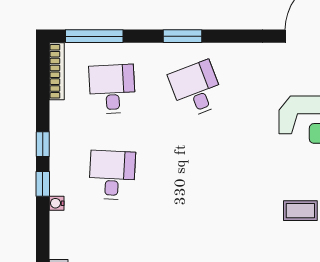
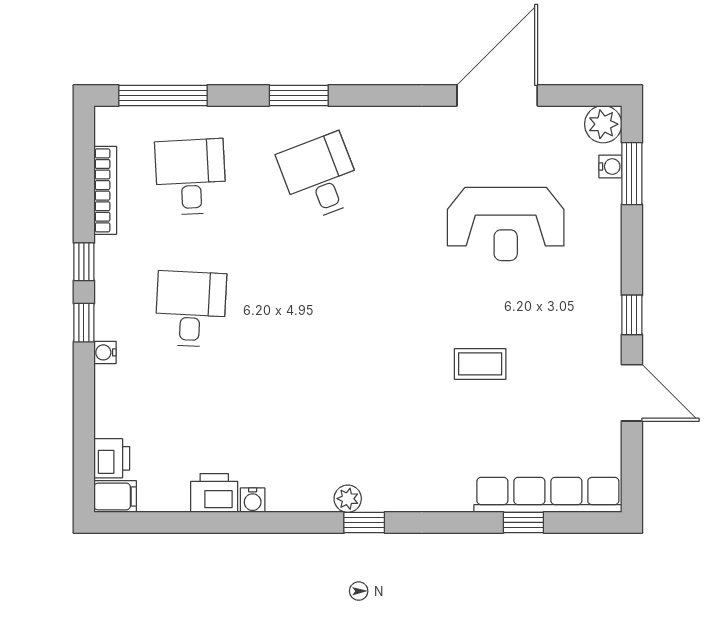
bookcase: (57, 71) -> (105, 190), moved

